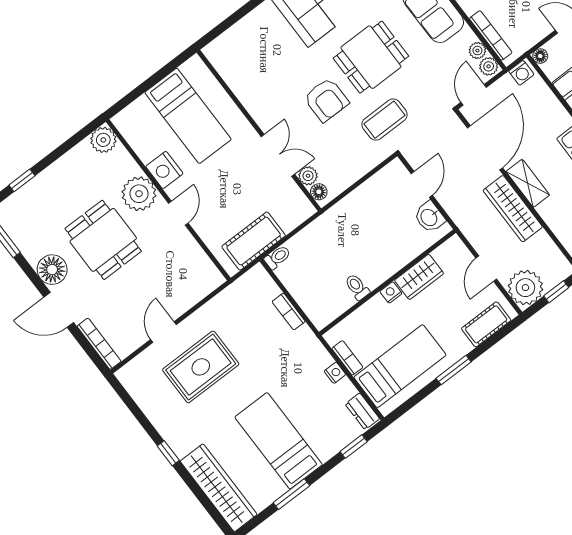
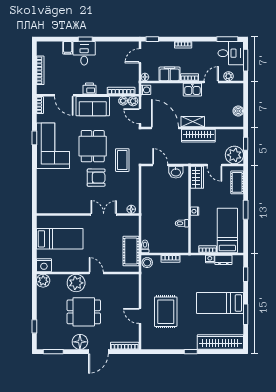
nightstand: (164, 170) -> (44, 265), moved
plant: (308, 176) -> (121, 209), removed
wardrobe: (419, 277) -> (197, 177), moved
stool: (255, 280) -> (147, 263), added
dresser: (362, 411) -> (223, 260), moved

